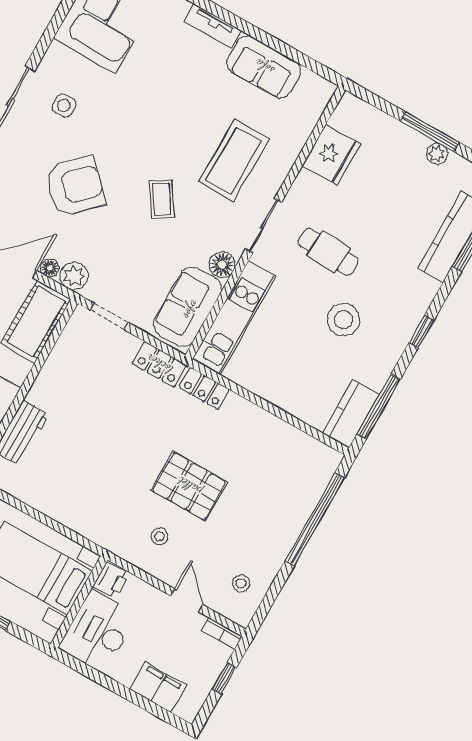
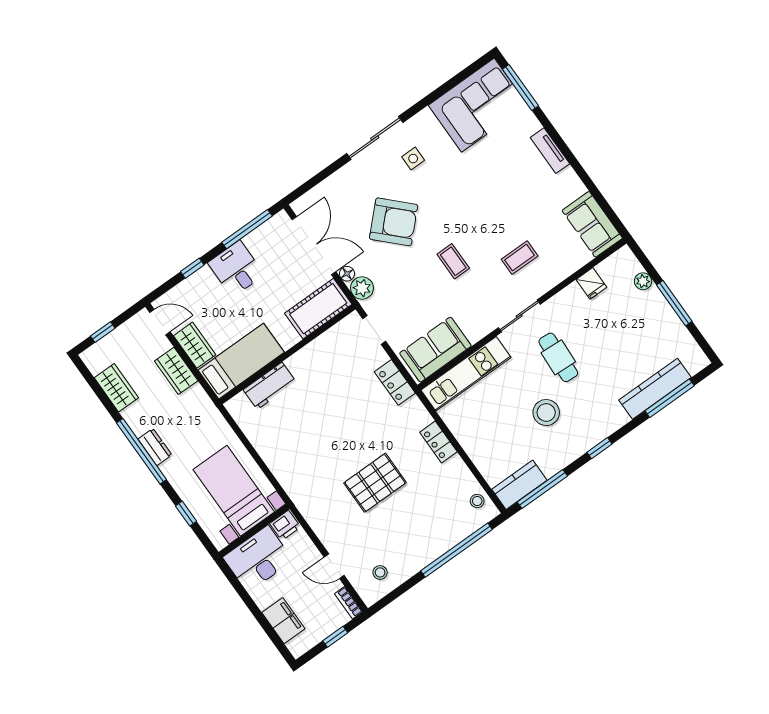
sofa: (264, 67) -> (592, 224), moved
plant: (437, 154) -> (643, 281), moved
fridge: (331, 155) -> (591, 283), width x0.53, depth x0.75
coffee table: (234, 161) -> (520, 258), width x0.54, depth x0.58
coffee table: (162, 199) -> (453, 261), turned -57
floor lamp: (222, 265) -> (475, 330), removed
locker: (204, 388) -> (438, 442), moved
pallet: (189, 486) -> (375, 483), turned 90
stool: (159, 536) -> (477, 501), moved
door: (187, 600) -> (334, 566), swing flipped

